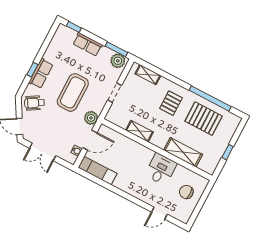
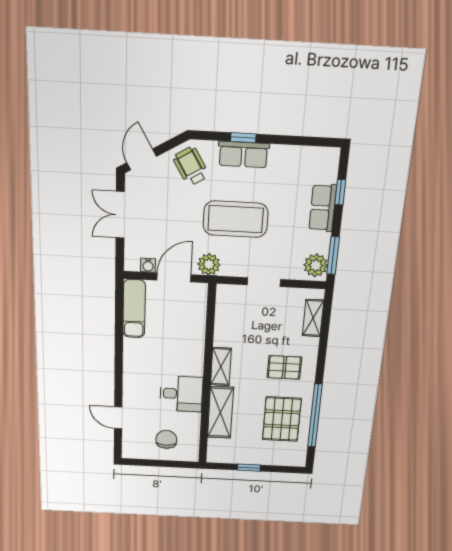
window: (74, 27) -> (340, 192), moved
shelving: (139, 131) -> (221, 367), moved
door: (90, 140) -> (174, 277), swing flipped

